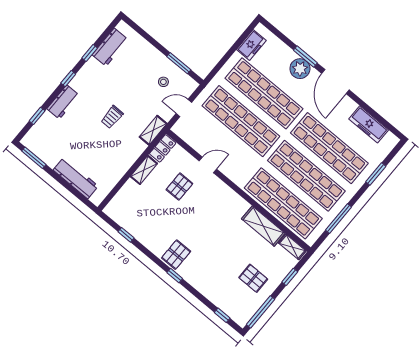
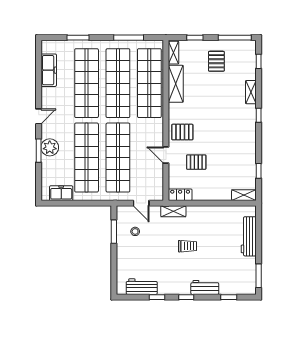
door: (335, 82) -> (39, 116), width x0.53
shelving: (144, 170) -> (244, 195), moved
pallet: (176, 255) -> (182, 132), moved
shelving: (201, 286) -> (251, 92), added

